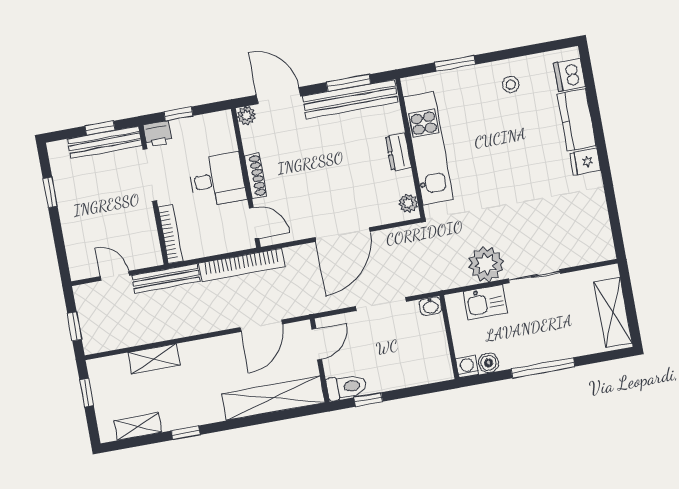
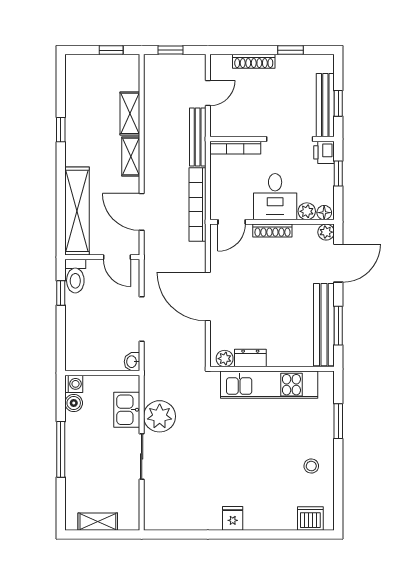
kitchen counter: (577, 120) -> (270, 518), removed
floor lamp: (225, 122) -> (324, 213), added
plant: (227, 141) -> (307, 211), added
dresser: (398, 152) -> (250, 358), moved
shoe rack: (70, 231) -> (254, 61), added
shelving: (613, 312) -> (98, 522), width x0.67, depth x0.75
shelving: (138, 426) -> (131, 156), moved

